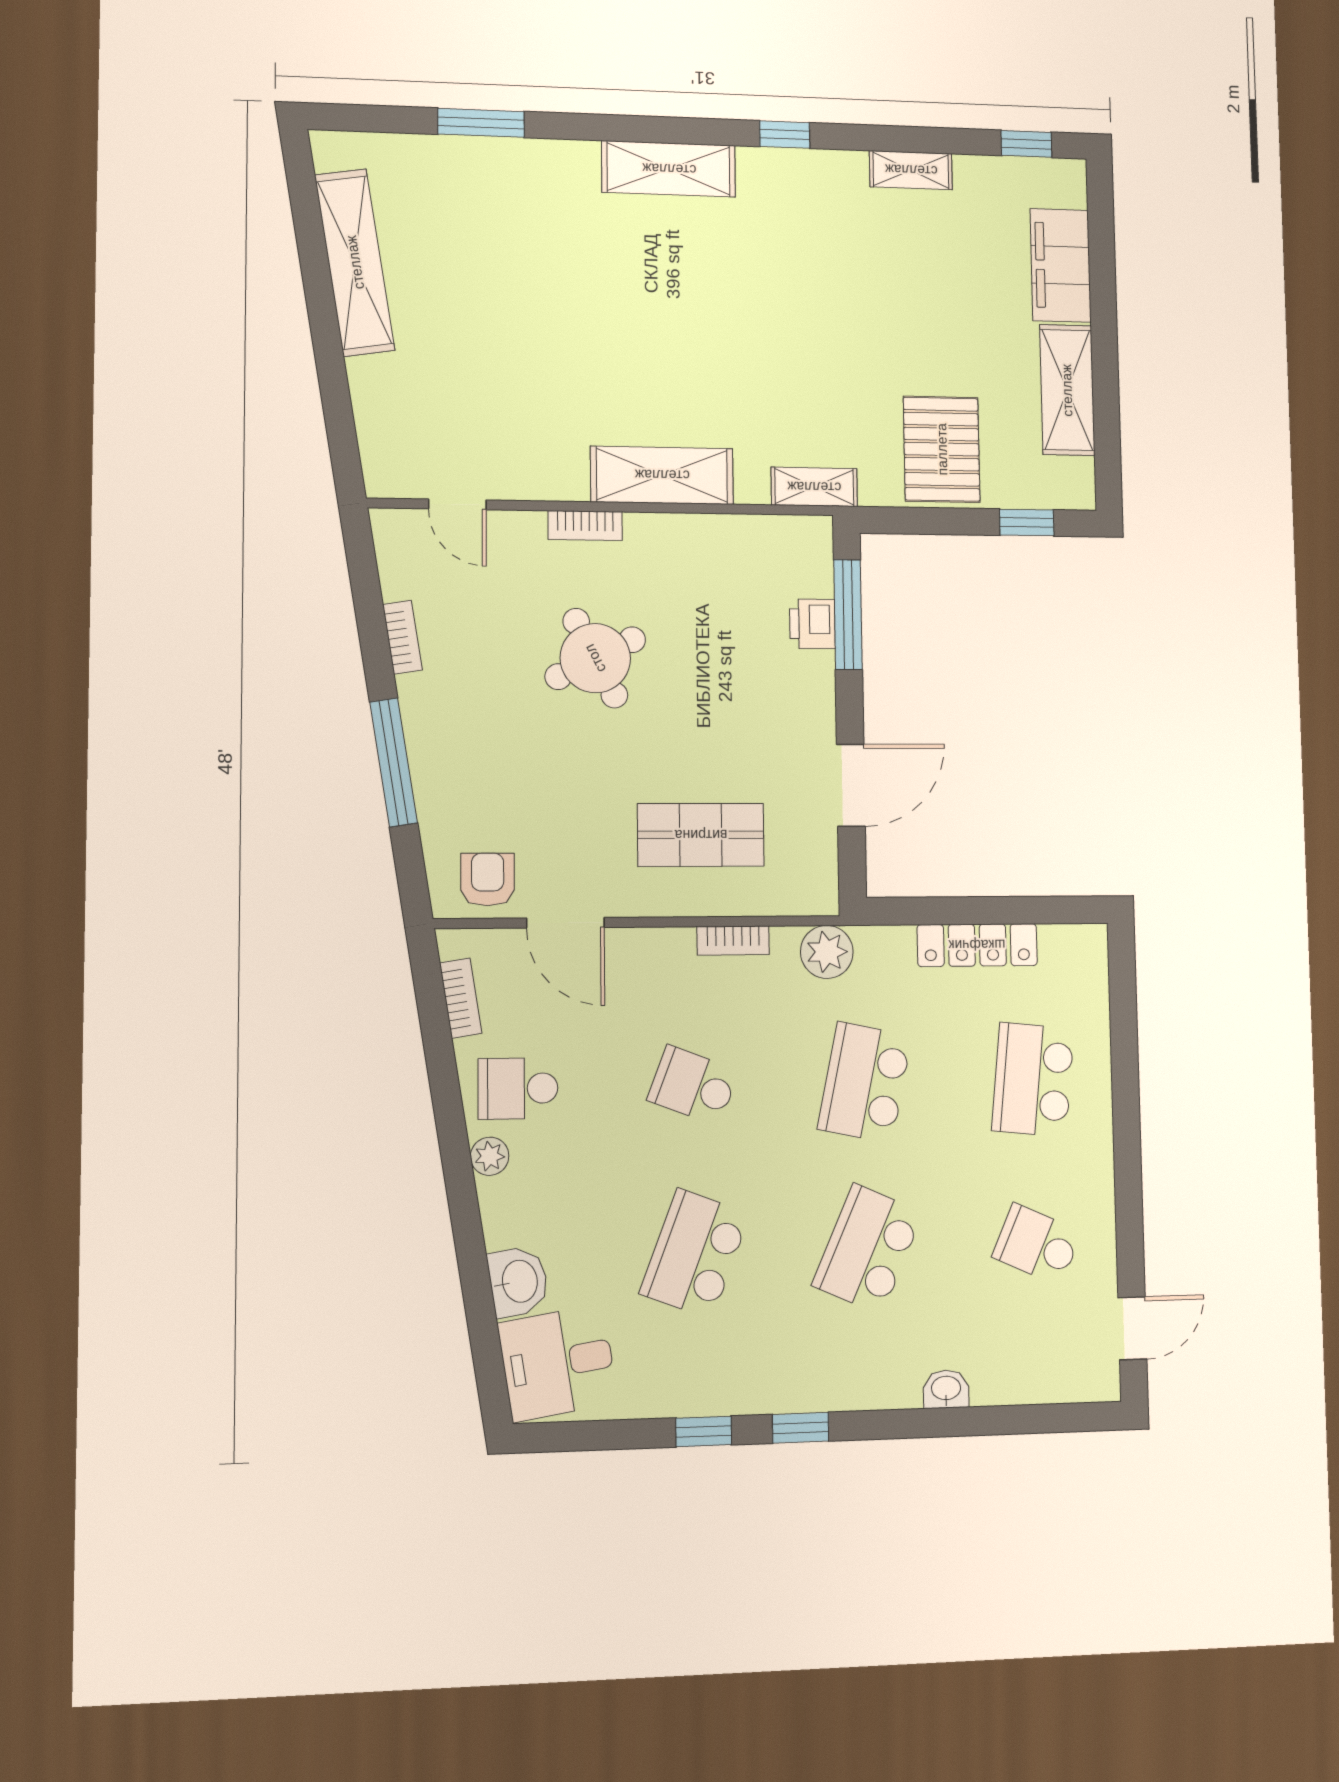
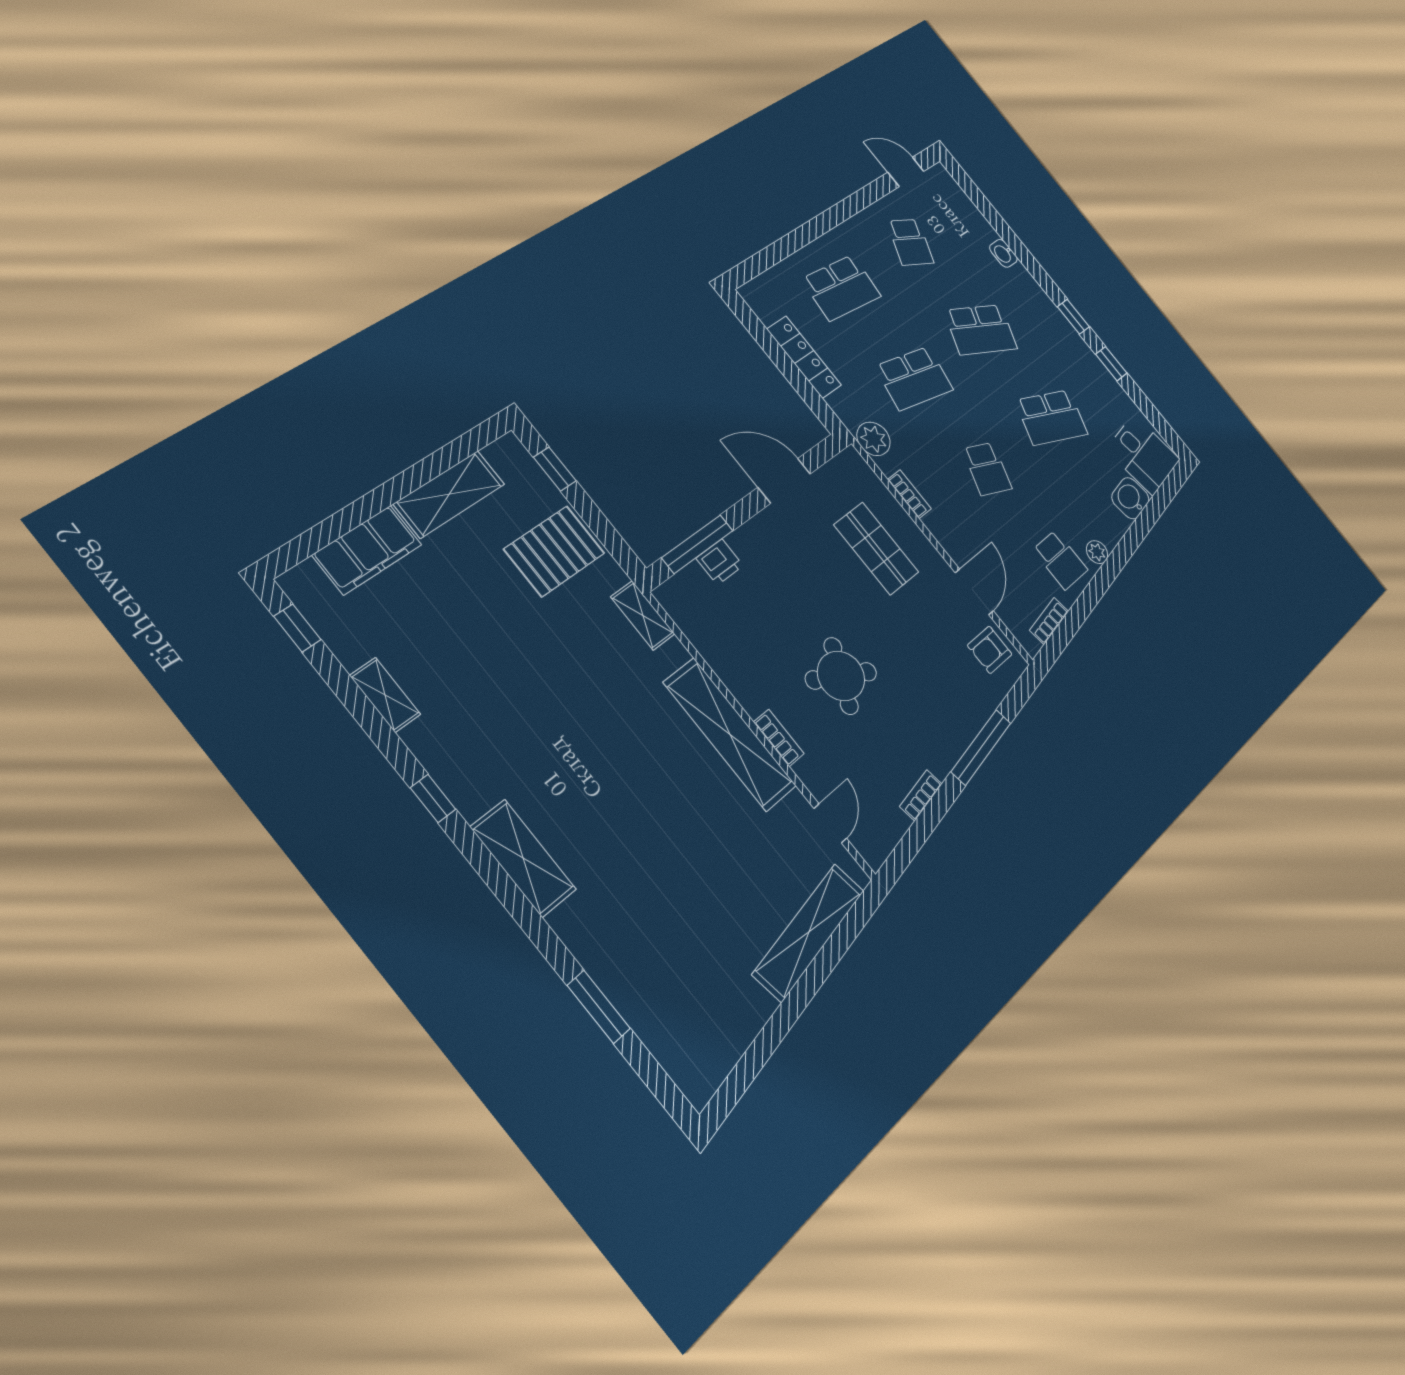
shelving: (355, 262) -> (809, 932), moved
shelving: (662, 475) -> (730, 734), width x1.47
round table: (595, 658) -> (841, 676), turned -36

